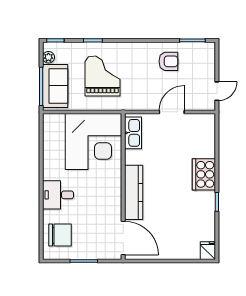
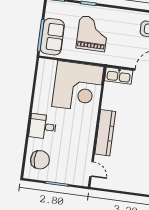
plant: (48, 57) -> (50, 12), removed
kitchen sink: (133, 133) -> (119, 76), moved, turned 90
door: (123, 238) -> (91, 169), width x0.53

